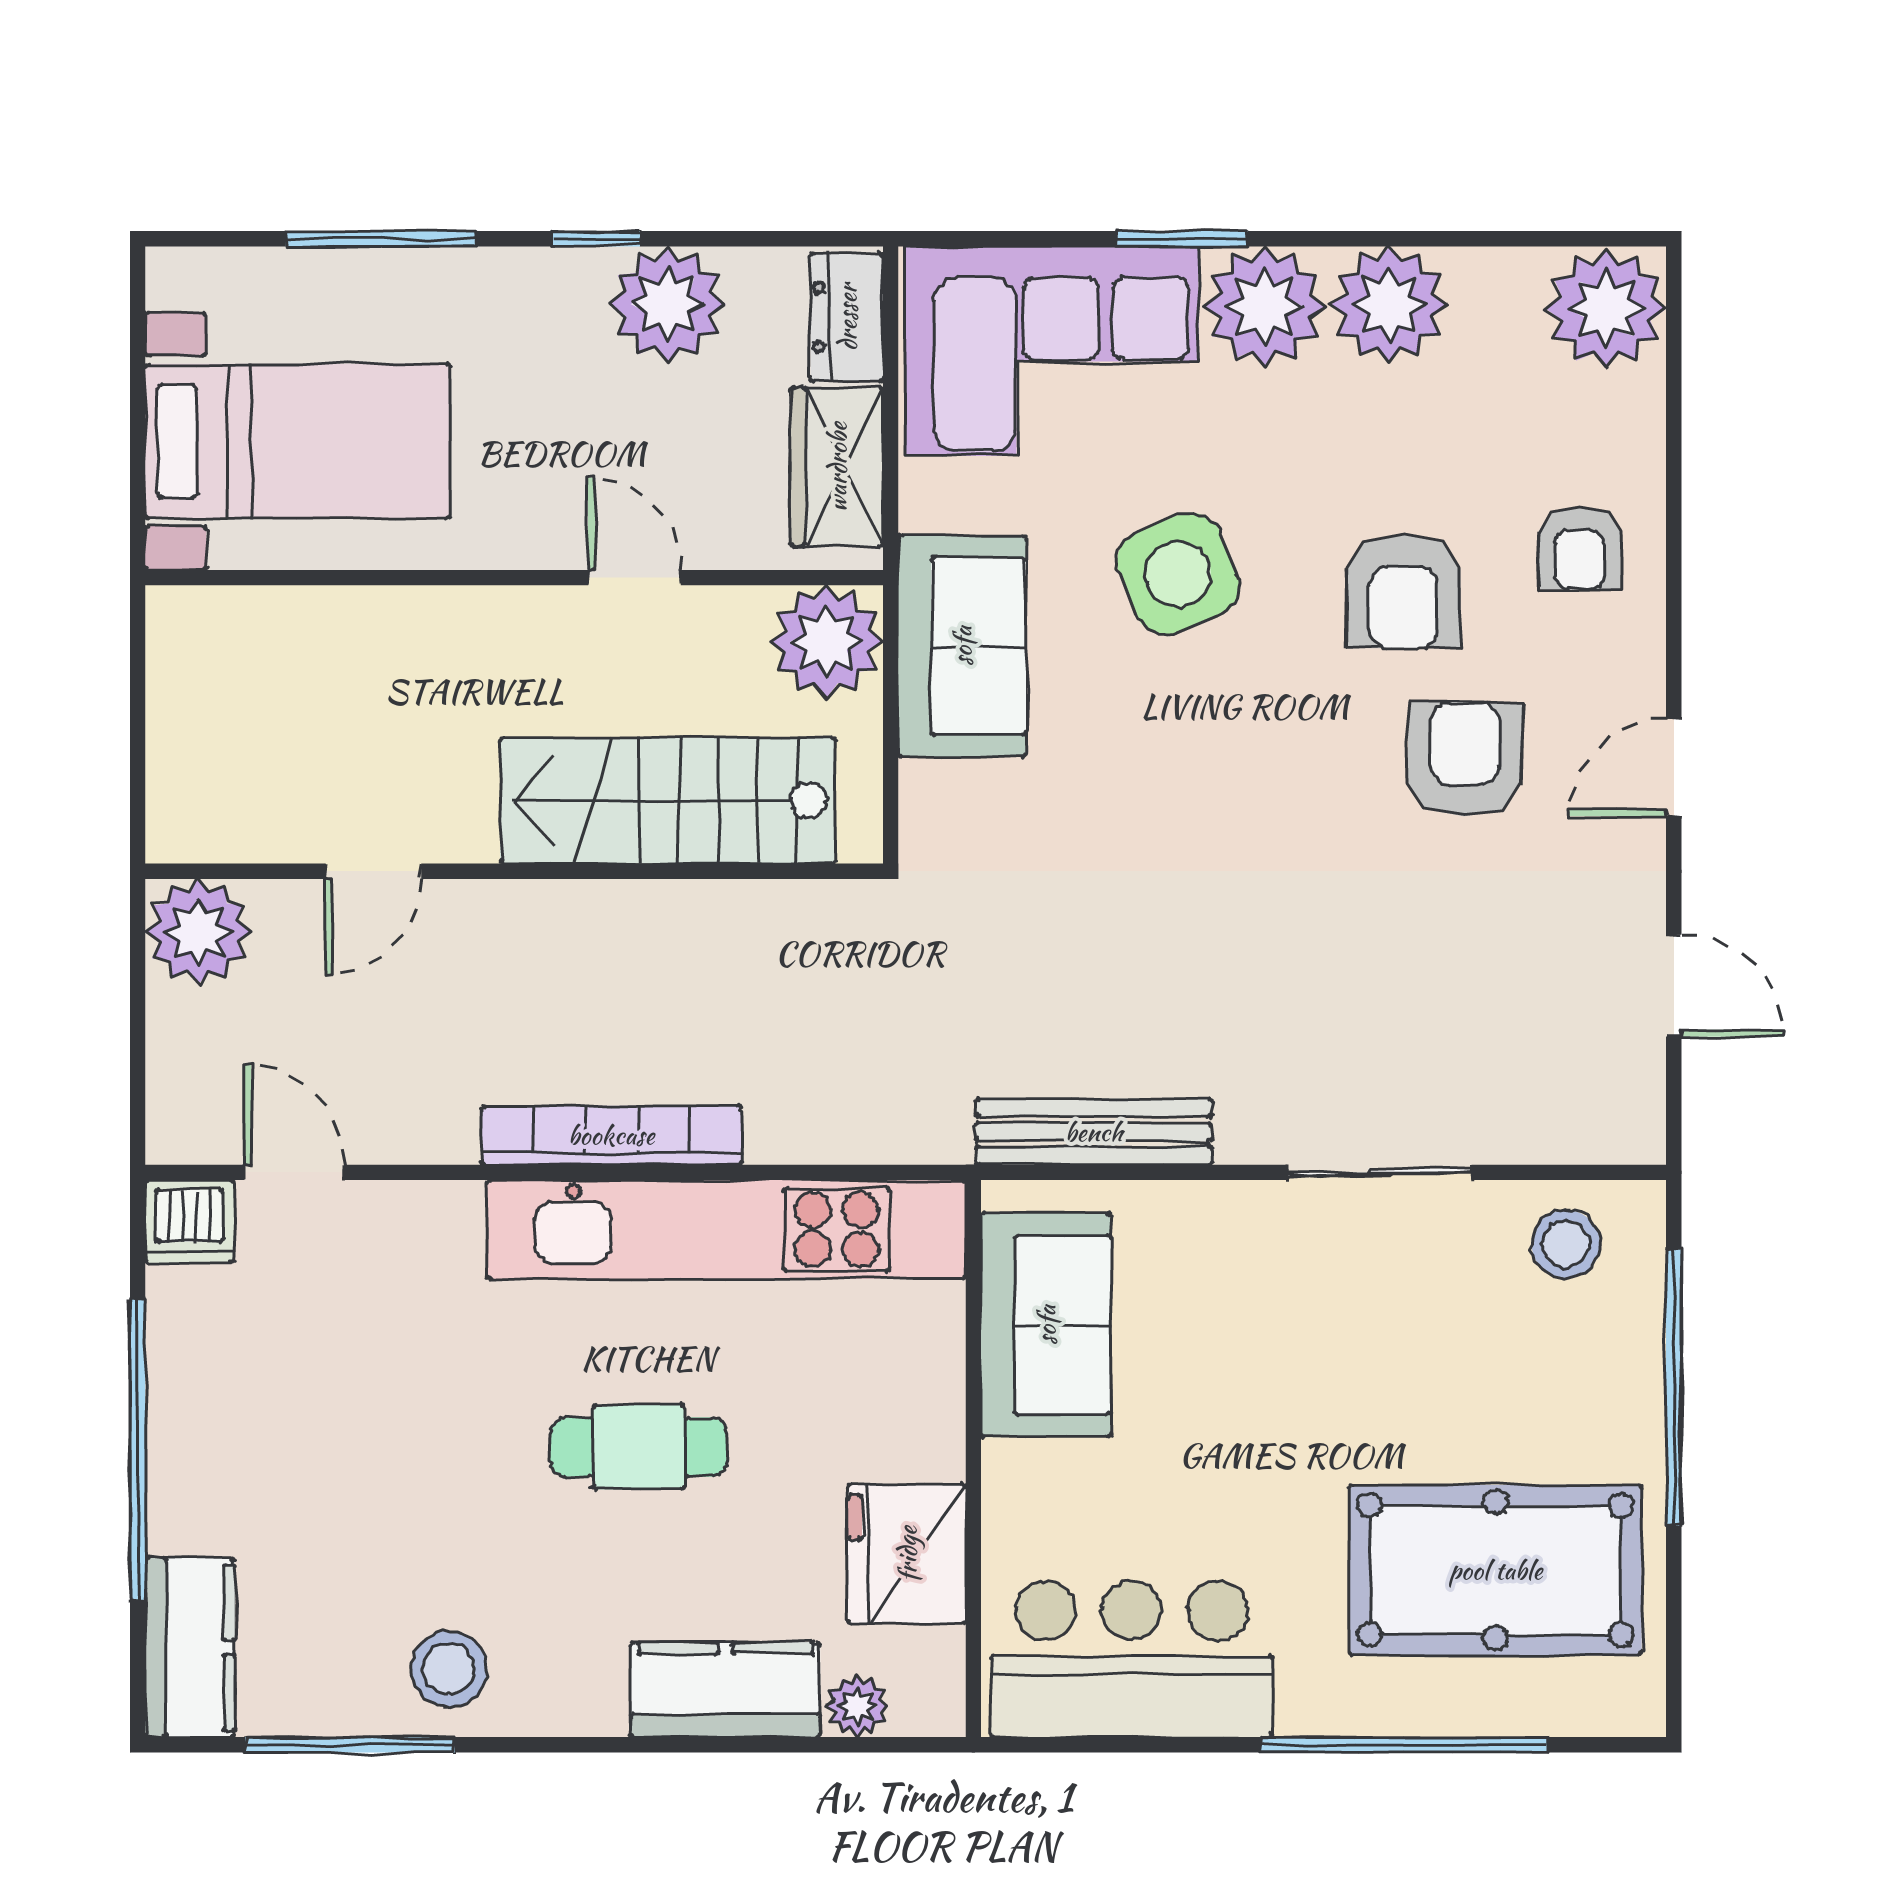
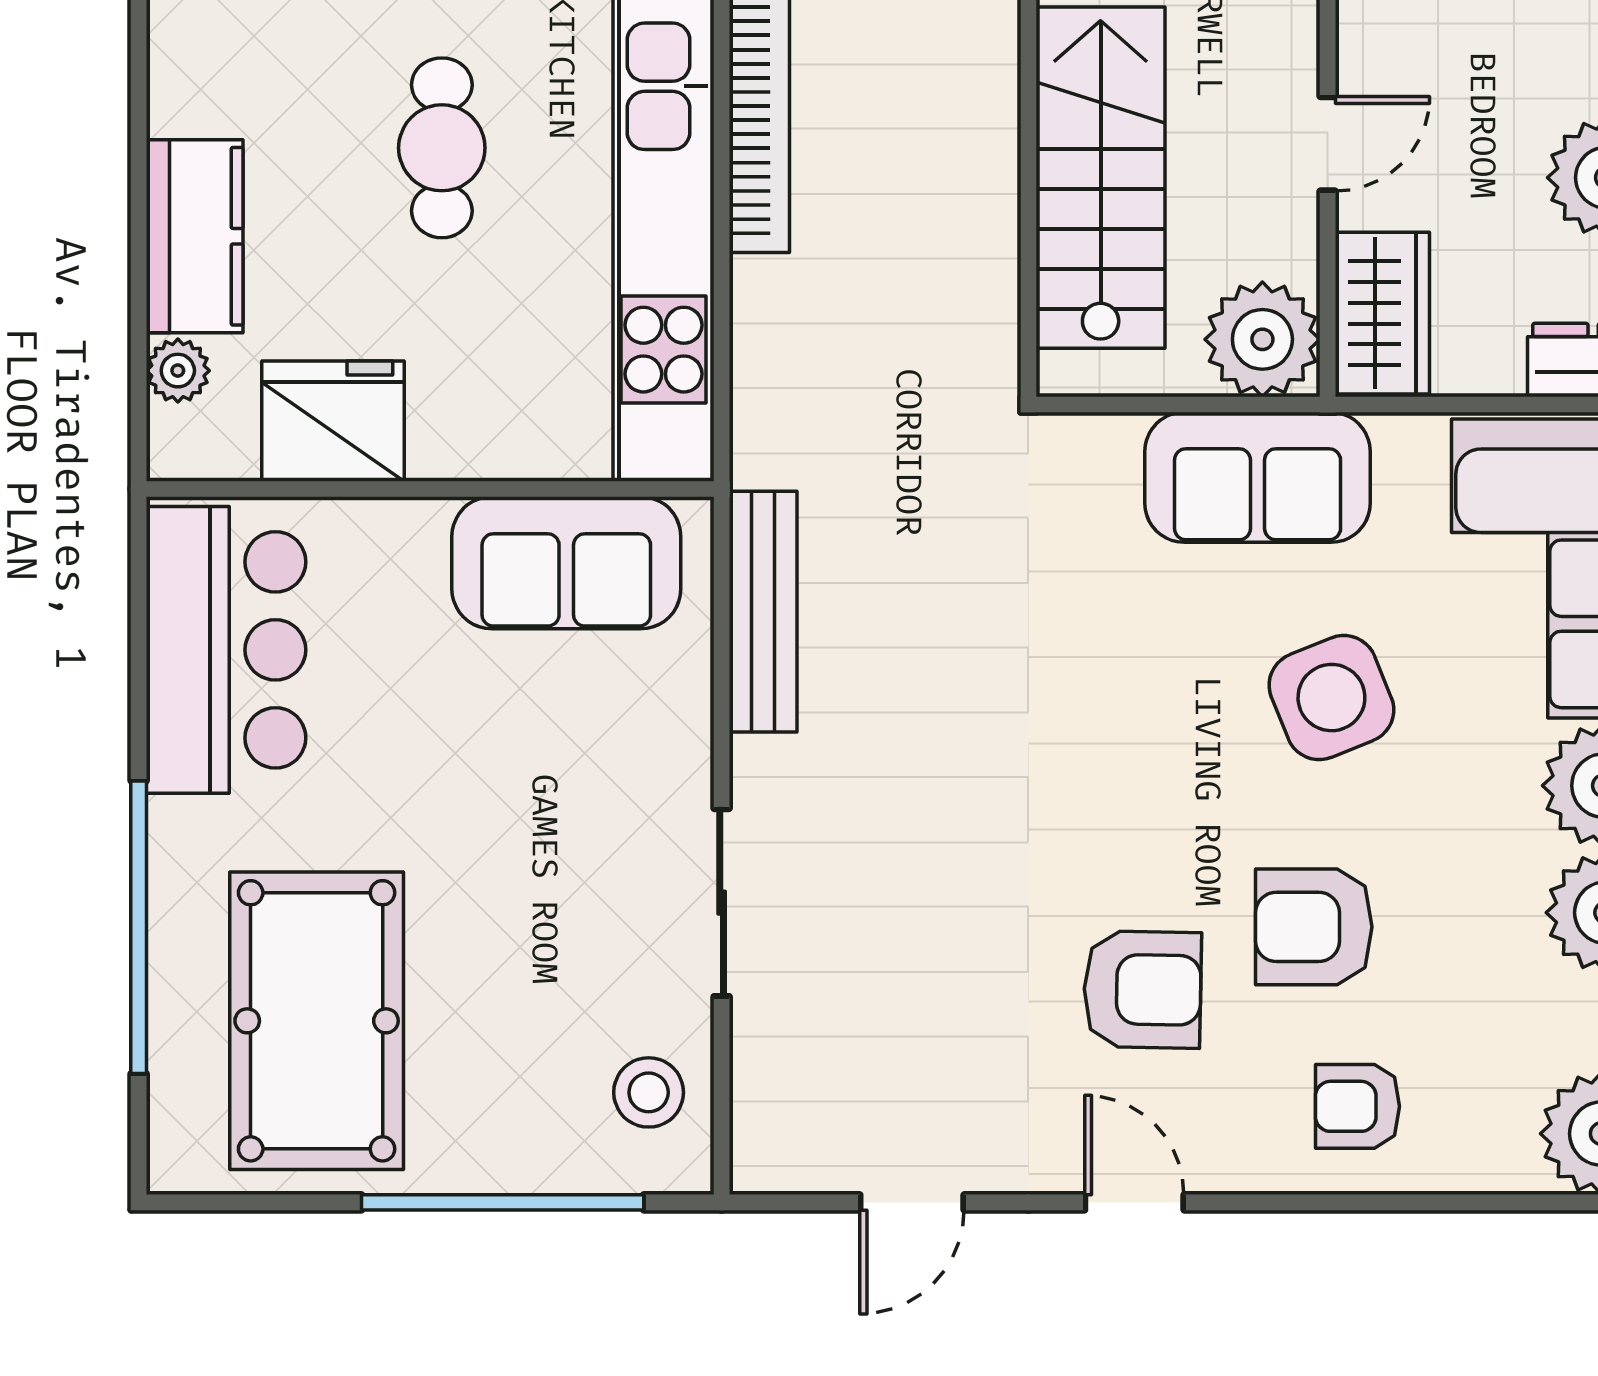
wardrobe: (837, 467) -> (1382, 313), moved, turned 90

